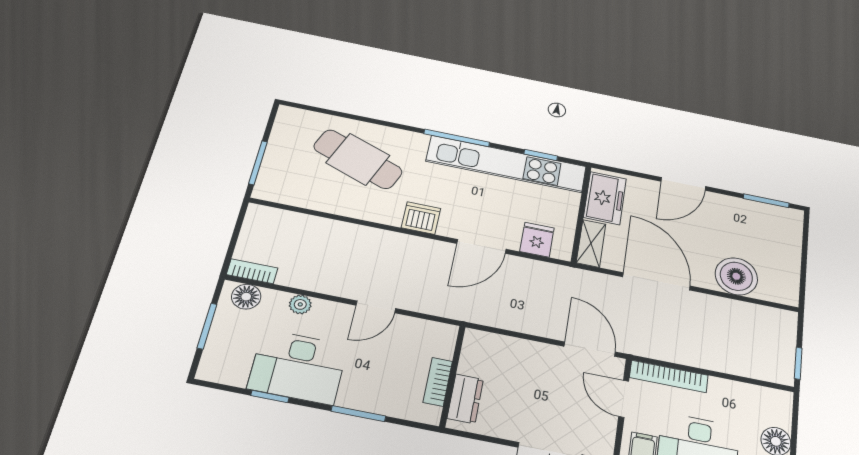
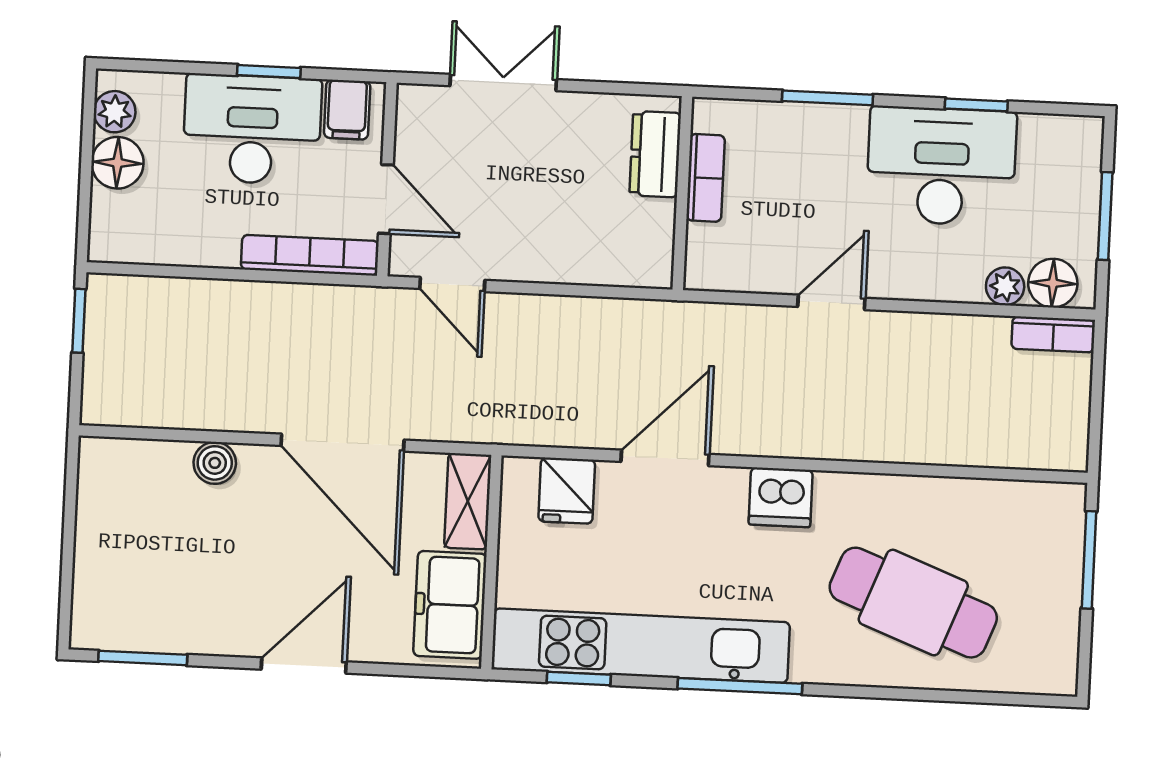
boiler: (736, 276) -> (215, 463), width x0.54, depth x0.54
plant: (300, 304) -> (1005, 286), moved
door: (590, 349) -> (452, 284), width x0.73

